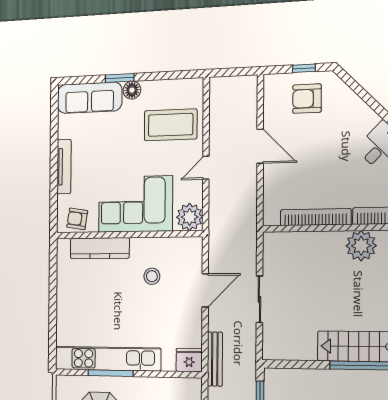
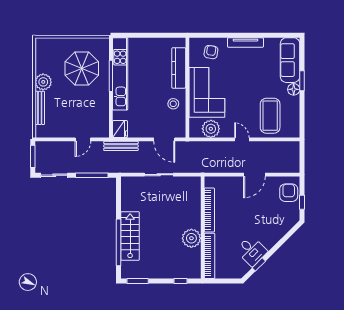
armchair: (307, 99) -> (289, 193), moved
corner sofa: (135, 204) -> (207, 92), moved
wall: (128, 235) -> (187, 88), moved
kitchen counter: (100, 248) -> (179, 68), moved

